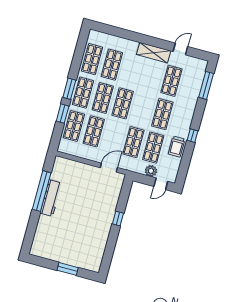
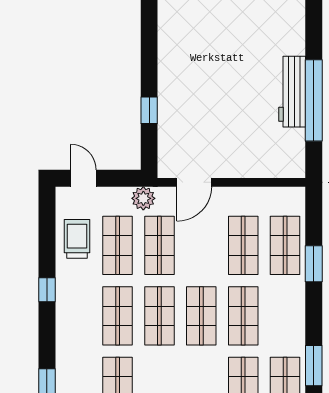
window: (69, 89) -> (314, 366), moved
shop shelf: (83, 93) -> (159, 316), moved
trolley: (177, 147) -> (77, 239), moved
plant: (151, 171) -> (143, 198), moved
door: (161, 184) -> (83, 178), hinge flipped
window: (118, 219) -> (149, 110), moved

